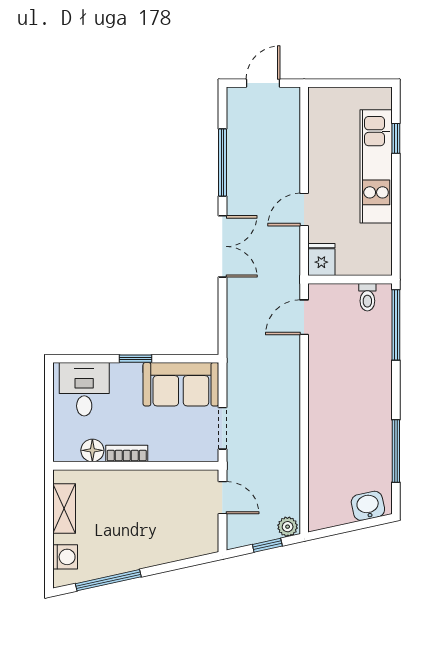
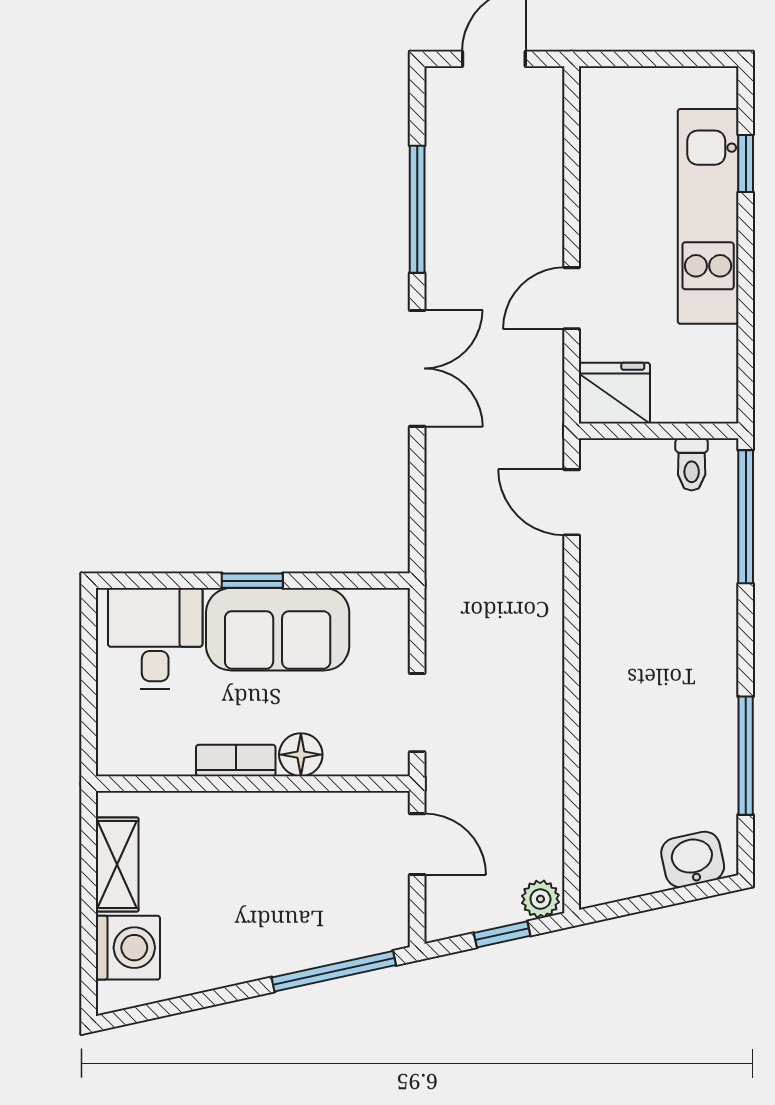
fridge: (321, 260) -> (614, 393), width x1.38
door: (304, 317) -> (572, 502), hinge flipped
sofa: (181, 384) -> (278, 629), moved
floor lamp: (92, 450) -> (301, 755), moved
washing machine: (65, 557) -> (128, 948), width x1.38, depth x1.38
window: (108, 580) -> (334, 971), moved

